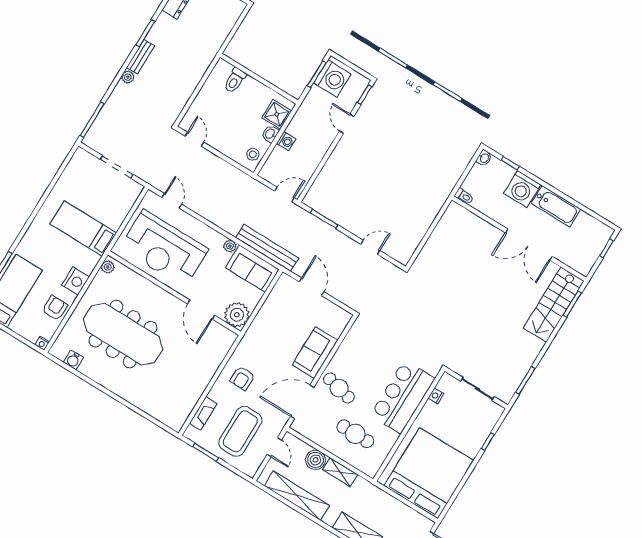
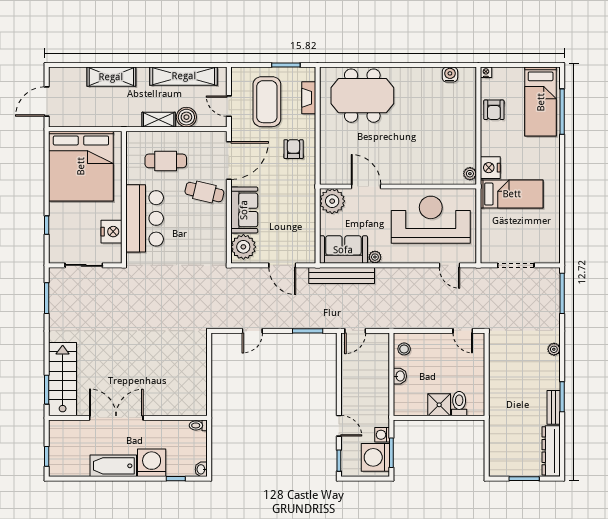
bench: (141, 57) -> (554, 407), moved
shower: (277, 114) -> (439, 405), moved
washing machine: (286, 141) -> (382, 435), moved
nightstand: (76, 281) -> (490, 168), moved
plant: (335, 322) -> (243, 247), added
meeting table: (123, 334) -> (362, 96), moved, width x0.73
nightstand: (436, 396) -> (112, 232), width x1.89, depth x1.79

